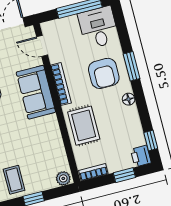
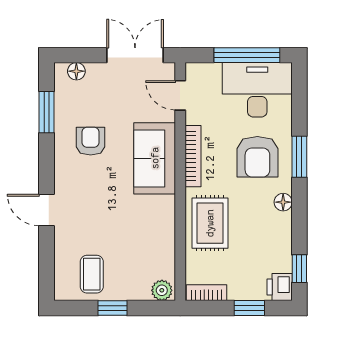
desk: (98, 27) -> (257, 90), width x1.37

